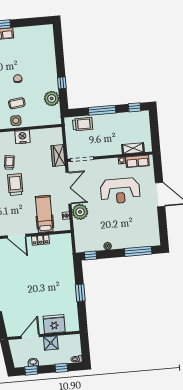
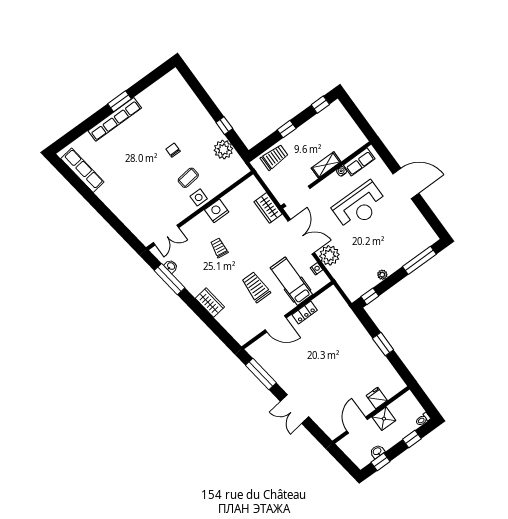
window: (102, 110) -> (287, 129), width x0.46
shelving: (133, 148) -> (326, 165), moved
trolley: (15, 185) -> (256, 287), moved
fridge: (54, 324) -> (377, 398), width x0.53, depth x0.75

